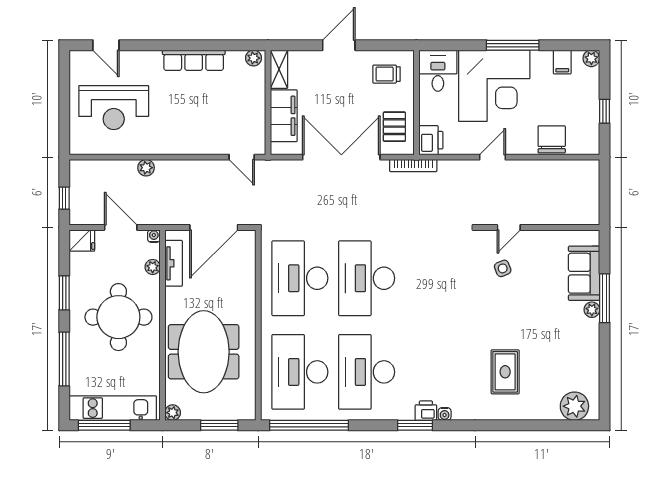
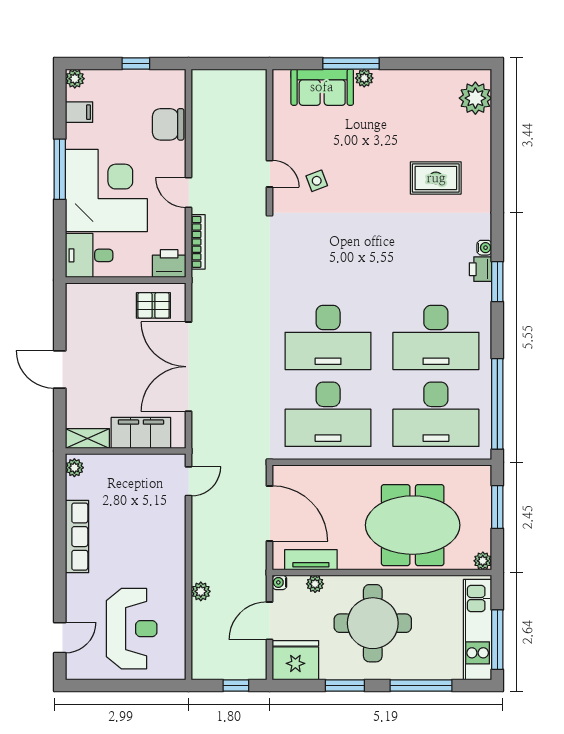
trolley: (386, 74) -> (93, 315), removed
bookcase: (413, 165) -> (198, 242), moved
fridge: (82, 240) -> (295, 660), width x1.88, depth x1.34

